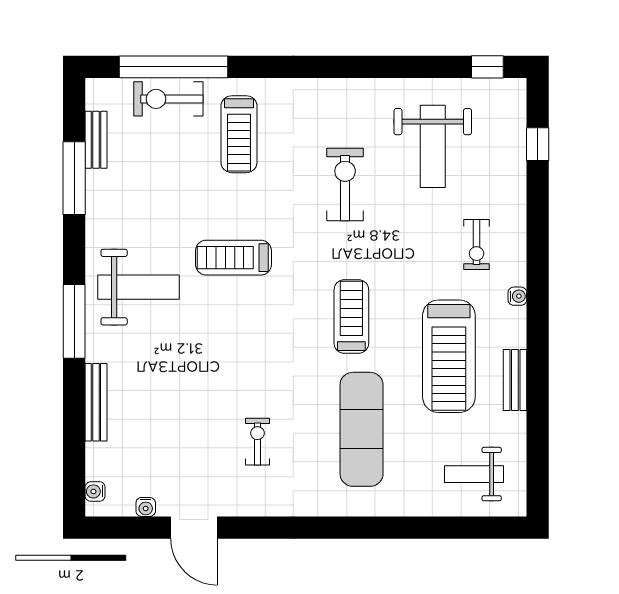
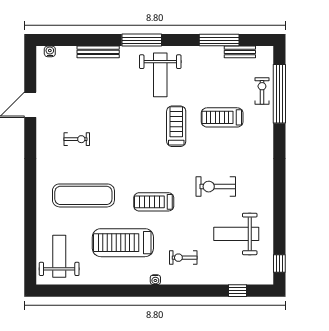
exercise bike: (168, 99) -> (262, 91), width x0.73, depth x0.72
treadmill: (239, 134) -> (222, 117), moved
exercise bike: (345, 184) -> (216, 187), turned 180
treadmill: (351, 317) -> (154, 202), moved, turned 180
bench: (515, 380) -> (110, 278), removed
weight bench: (474, 474) -> (59, 256), width x1.36, depth x1.33
water cooler: (146, 507) -> (41, 79), removed

